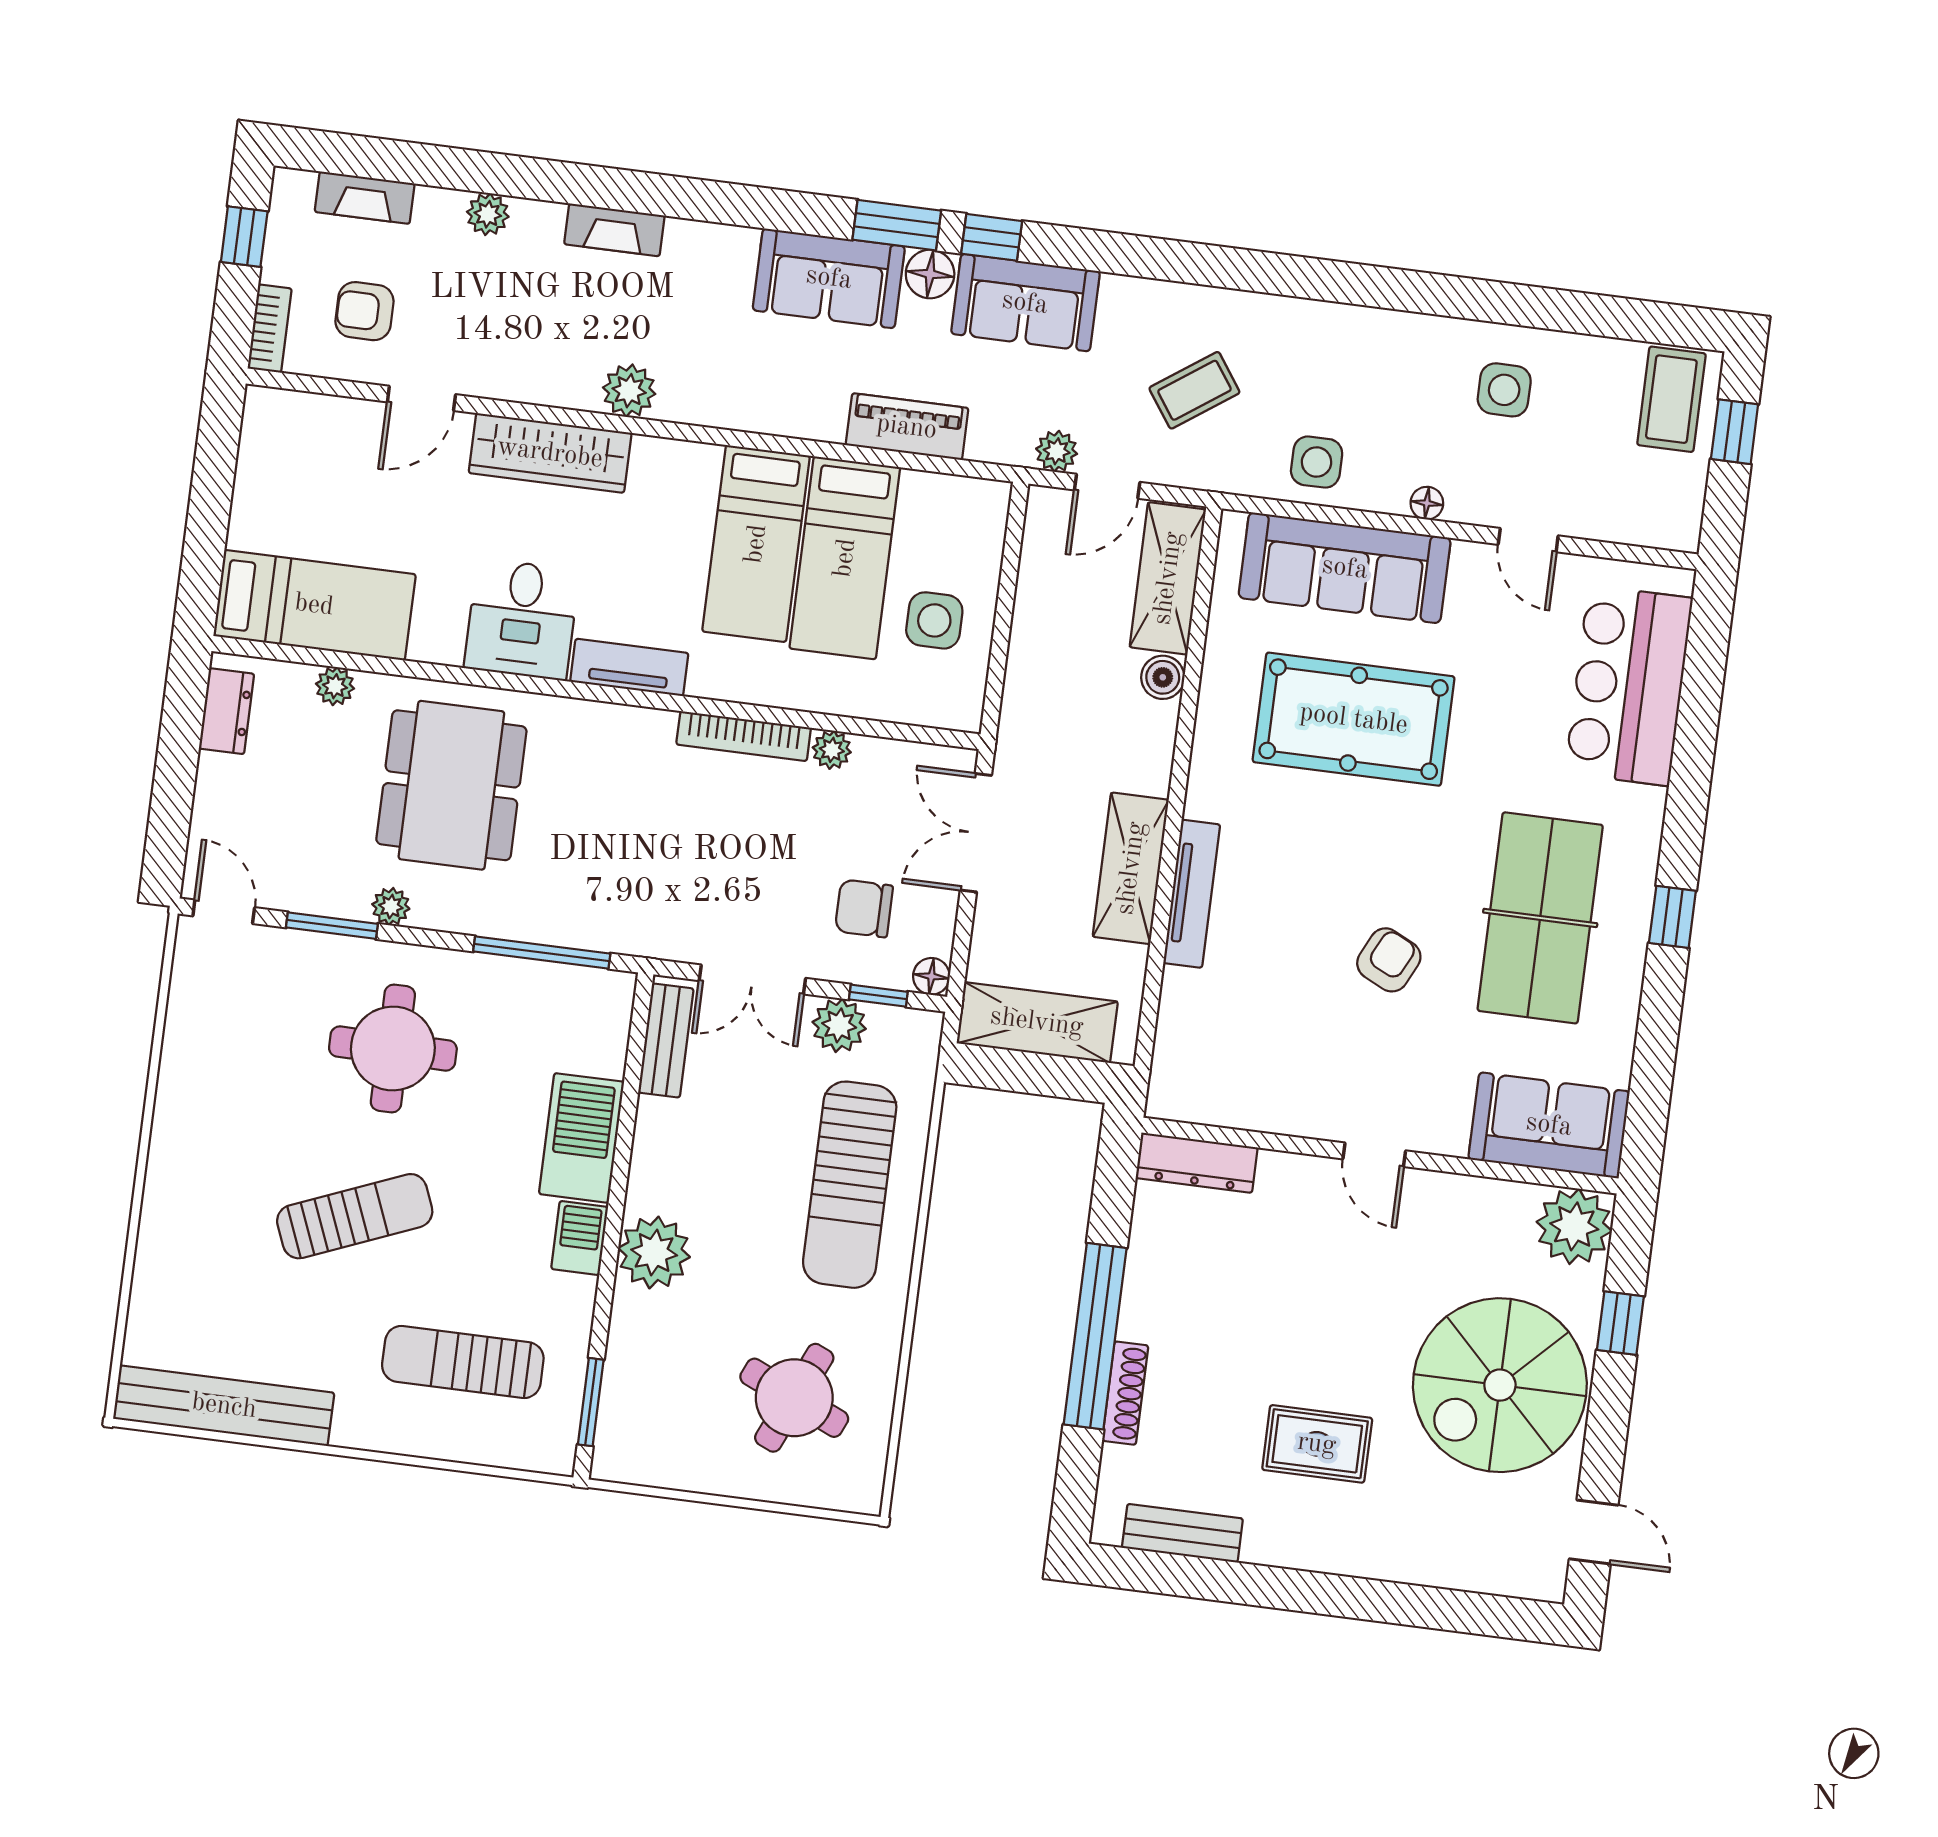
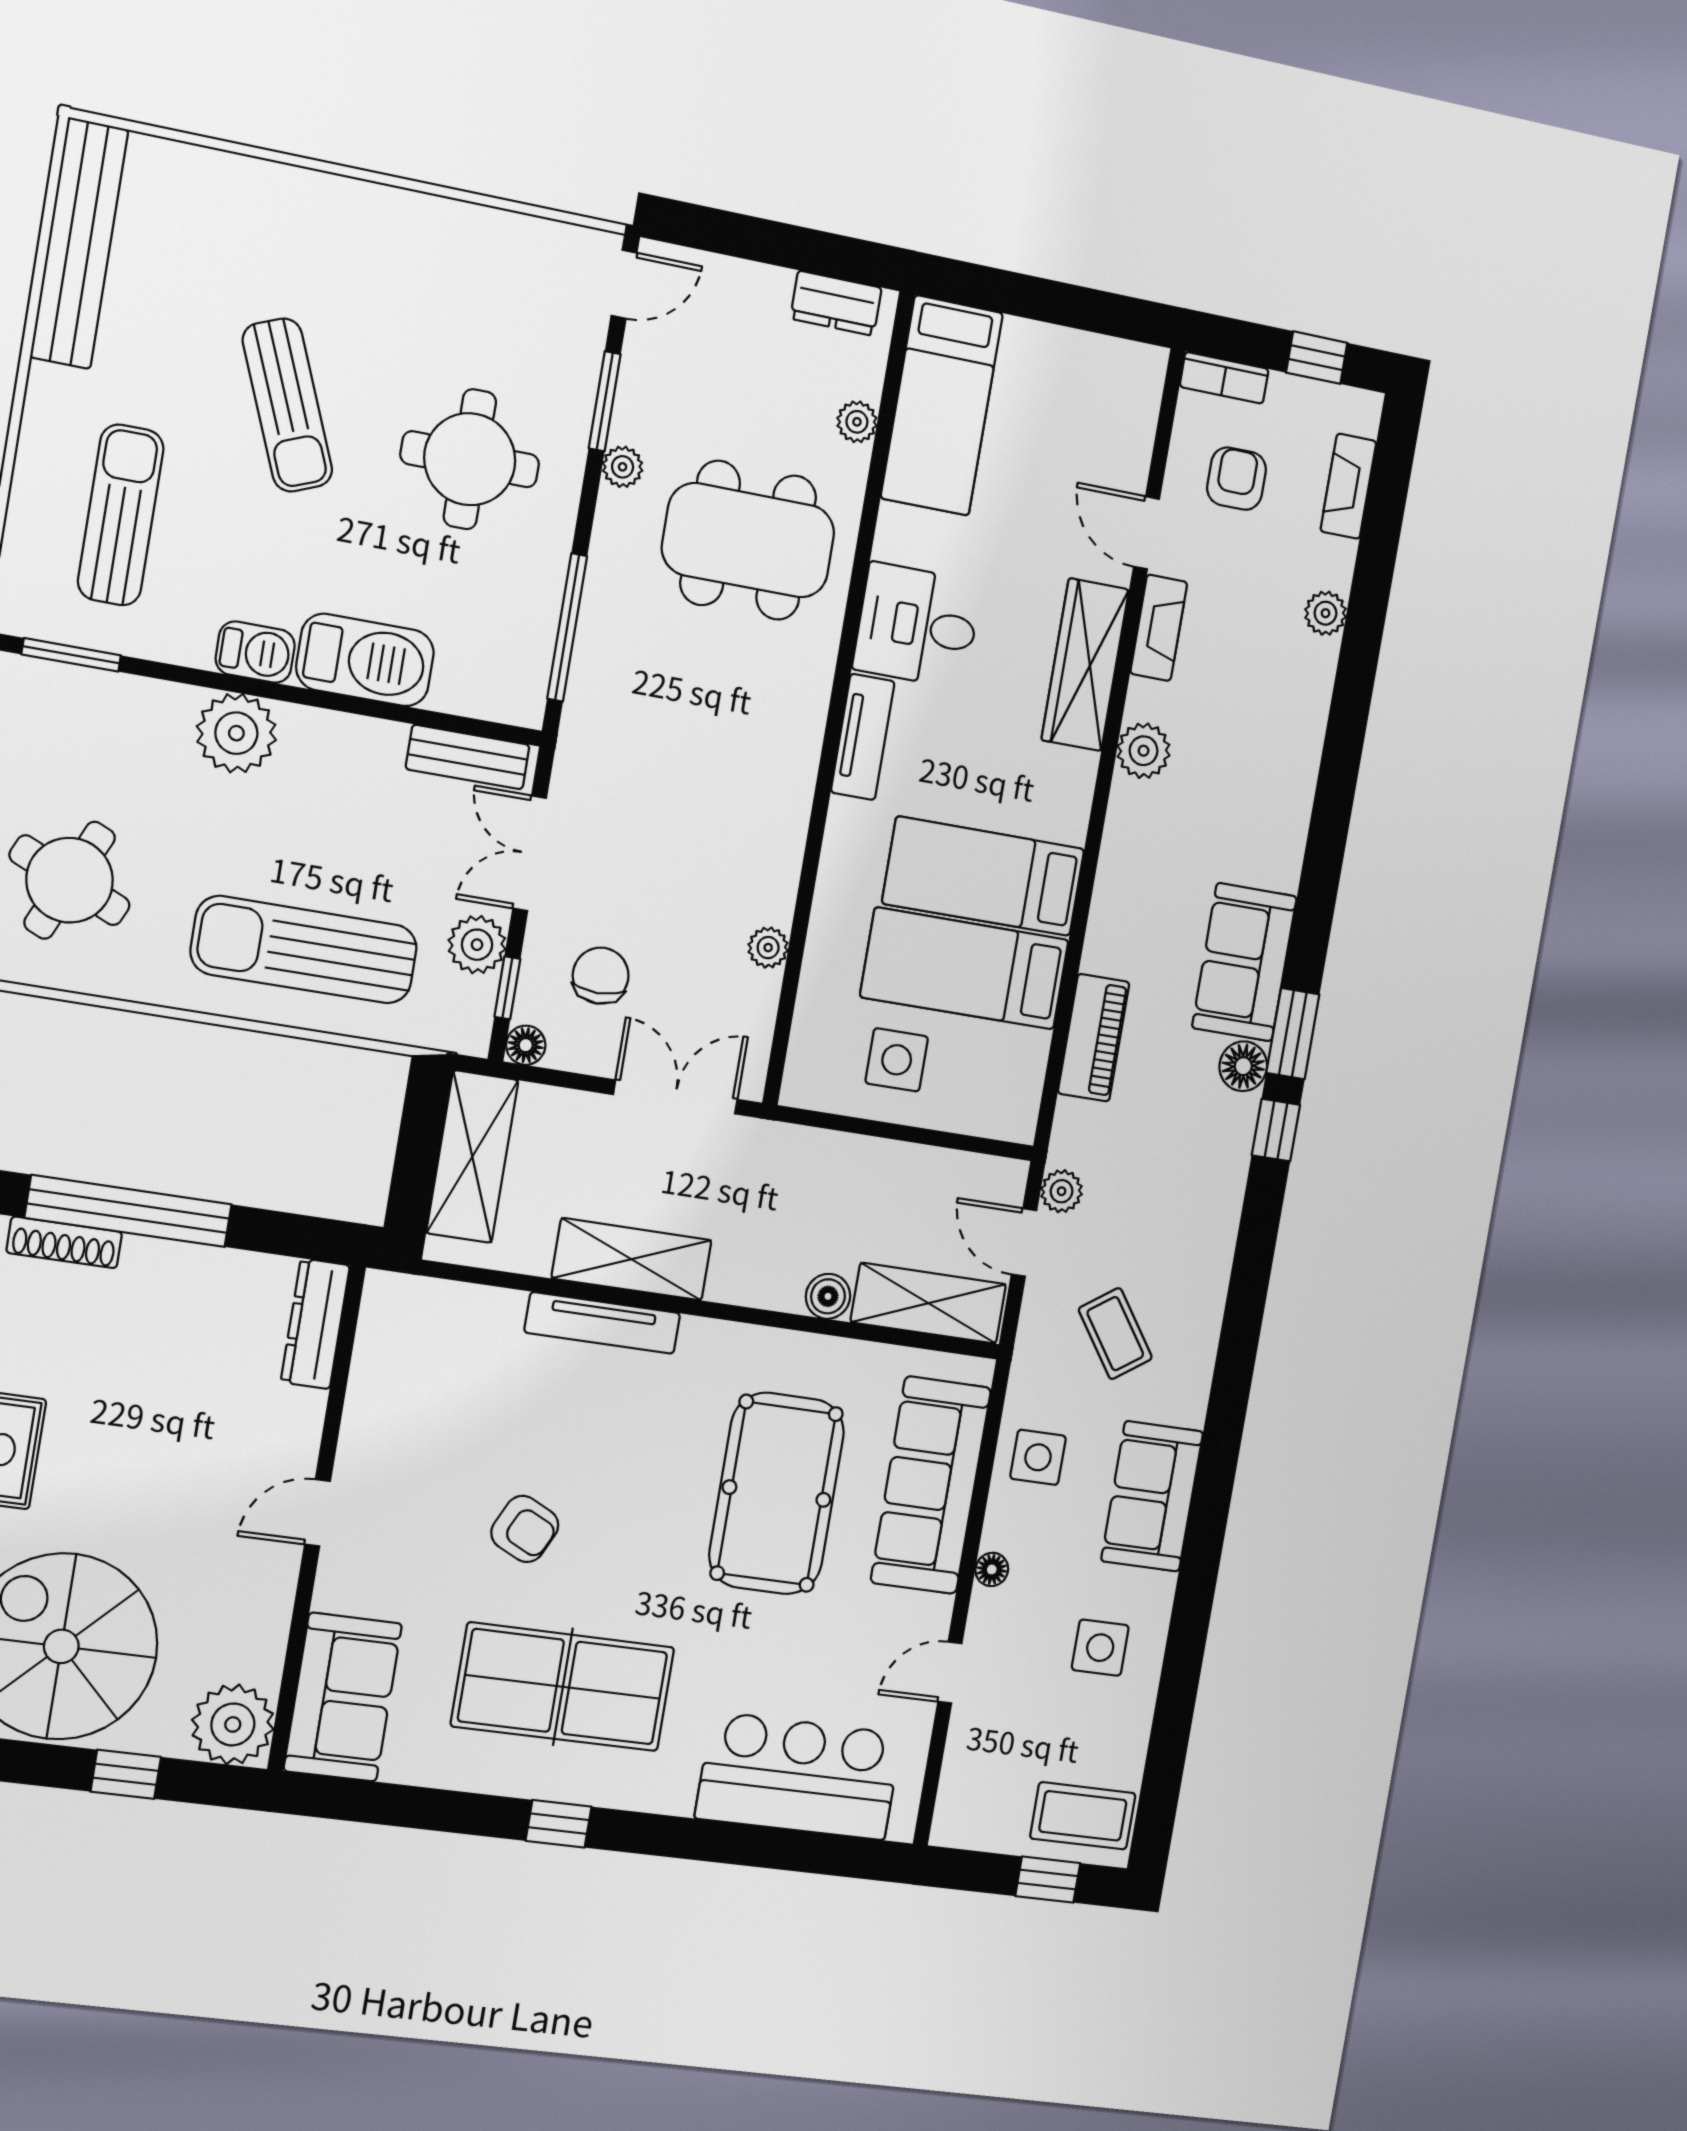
fireplace: (614, 230) -> (1159, 628), moved, turned 180
sofa: (1025, 303) -> (1152, 1496), moved
bookcase: (744, 736) -> (786, 855), removed

